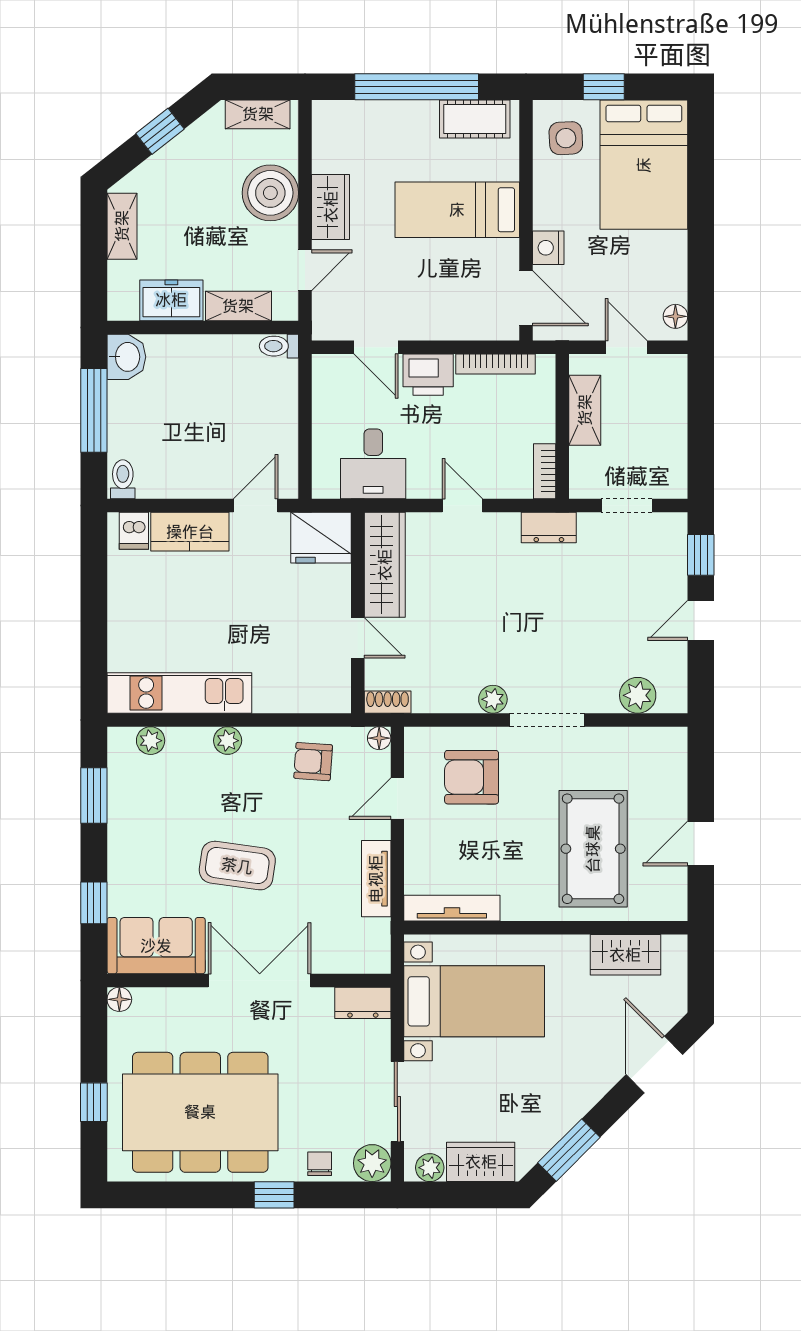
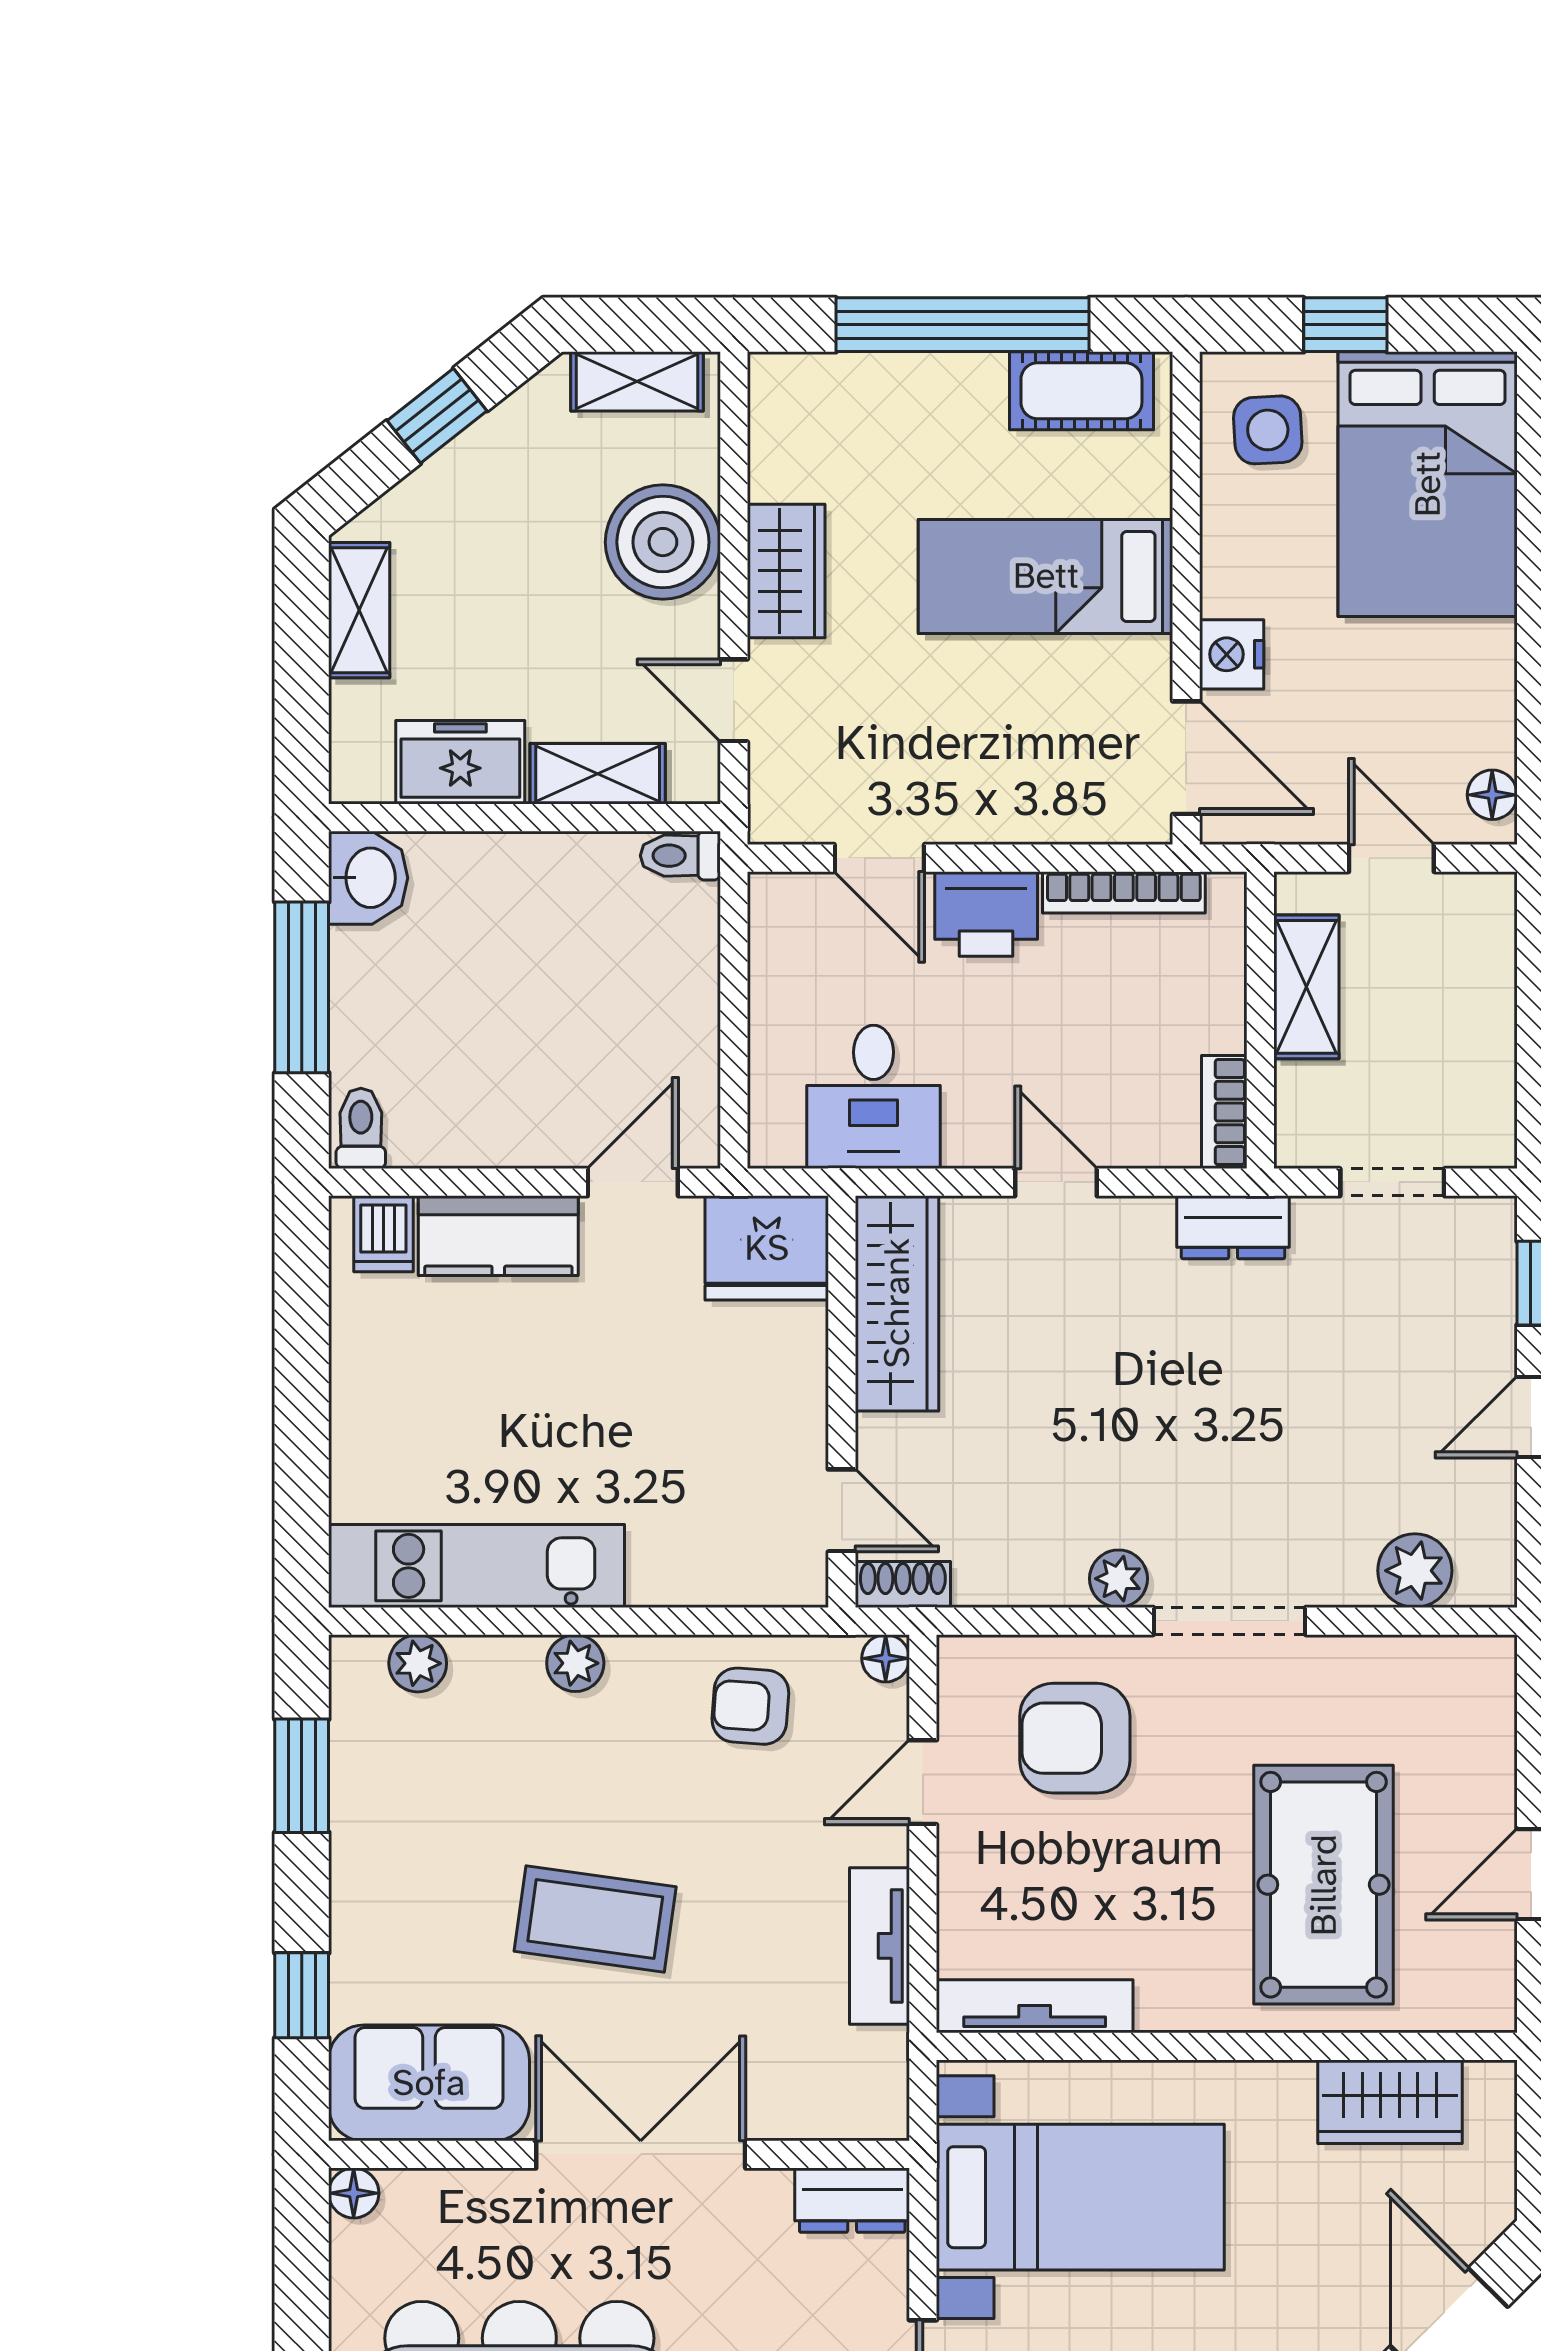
door: (305, 270) -> (734, 700), swing flipped
door: (358, 638) -> (842, 1510), moved

